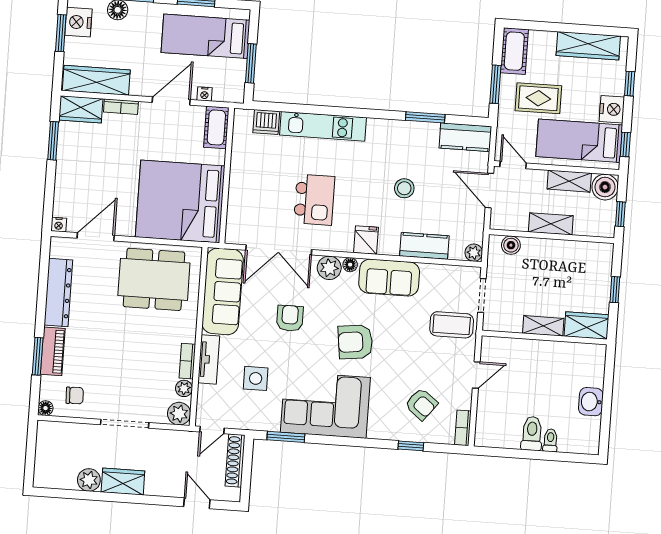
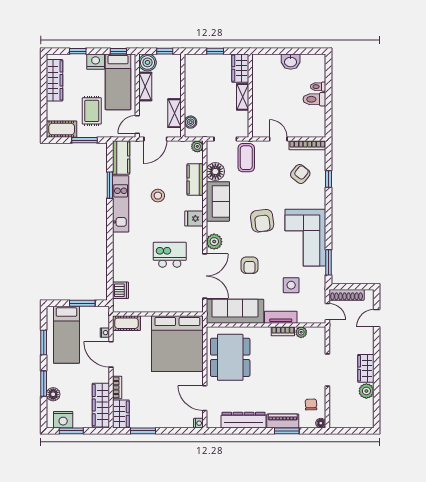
kitchen unit: (323, 126) -> (121, 204), moved
shelving: (551, 224) -> (174, 113), moved
floor lamp: (350, 265) -> (215, 172), moved, width x1.89, depth x1.89
armchair: (290, 318) -> (250, 265), turned -90
plant: (179, 414) -> (318, 334), removed
bookcase: (463, 428) -> (307, 145), width x1.56

